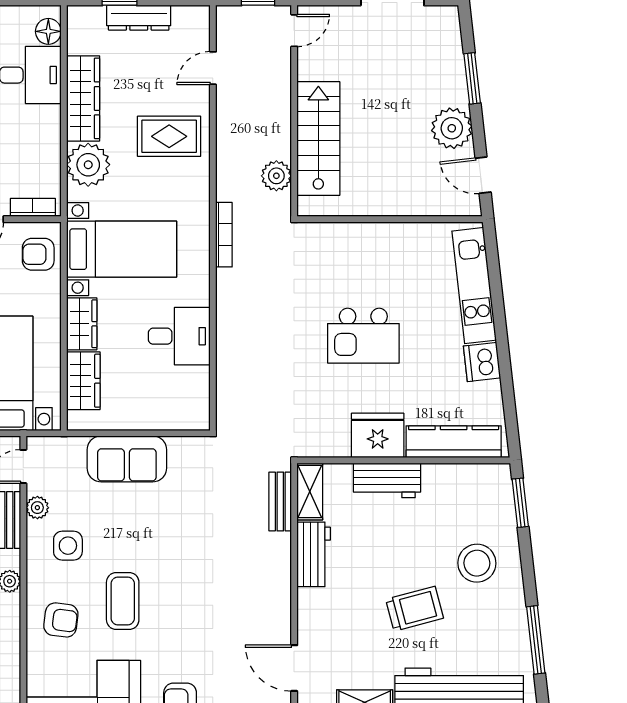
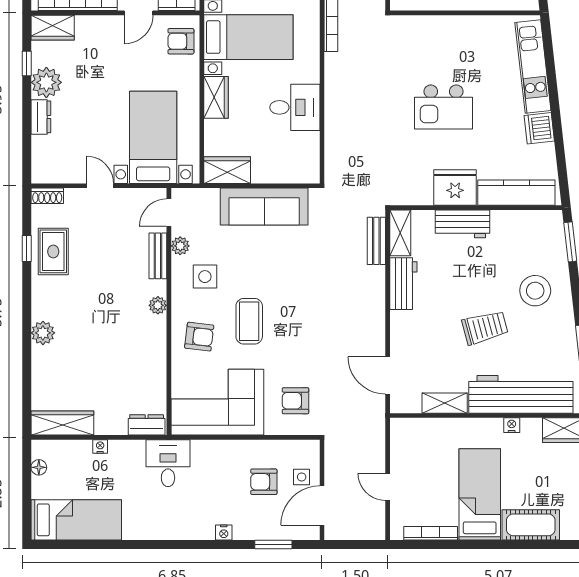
wardrobe: (83, 381) -> (227, 170), moved, turned -90
sofa: (127, 459) -> (264, 207), width x1.36

